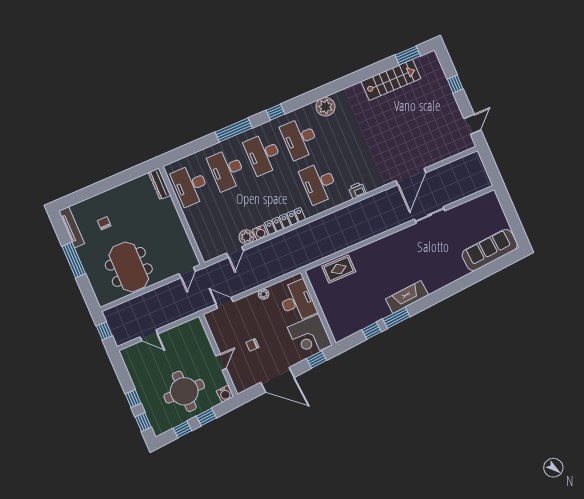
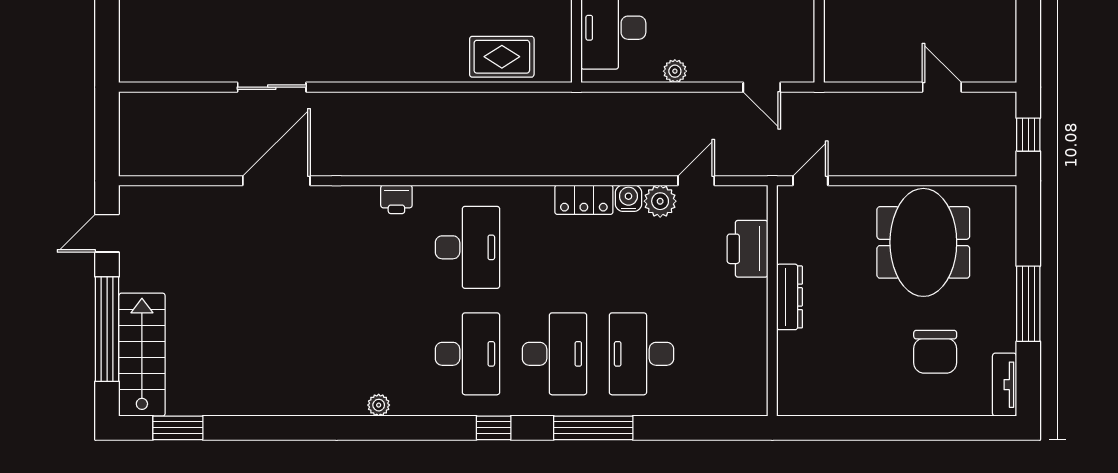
stairs: (391, 80) -> (142, 355), moved, turned 90
window: (455, 84) -> (107, 329), width x3.17
plant: (325, 107) -> (379, 405), width x0.53, depth x0.53
desk: (227, 170) -> (641, 354), turned 180
dresser: (160, 184) -> (790, 297), moved
desk: (190, 185) -> (728, 354), removed
locker: (285, 221) -> (584, 200), width x0.66
chair: (104, 223) -> (935, 352), width x1.87, depth x1.87
tv unit: (72, 227) -> (1005, 385), width x0.71
printer: (201, 233) -> (748, 249), added

